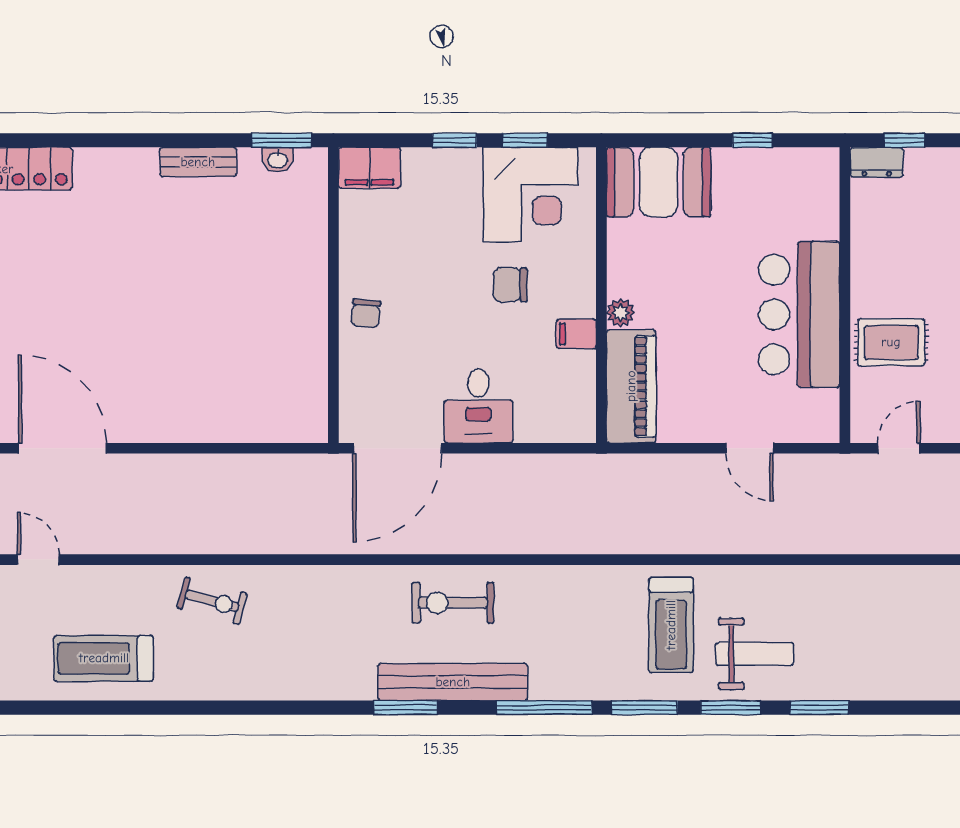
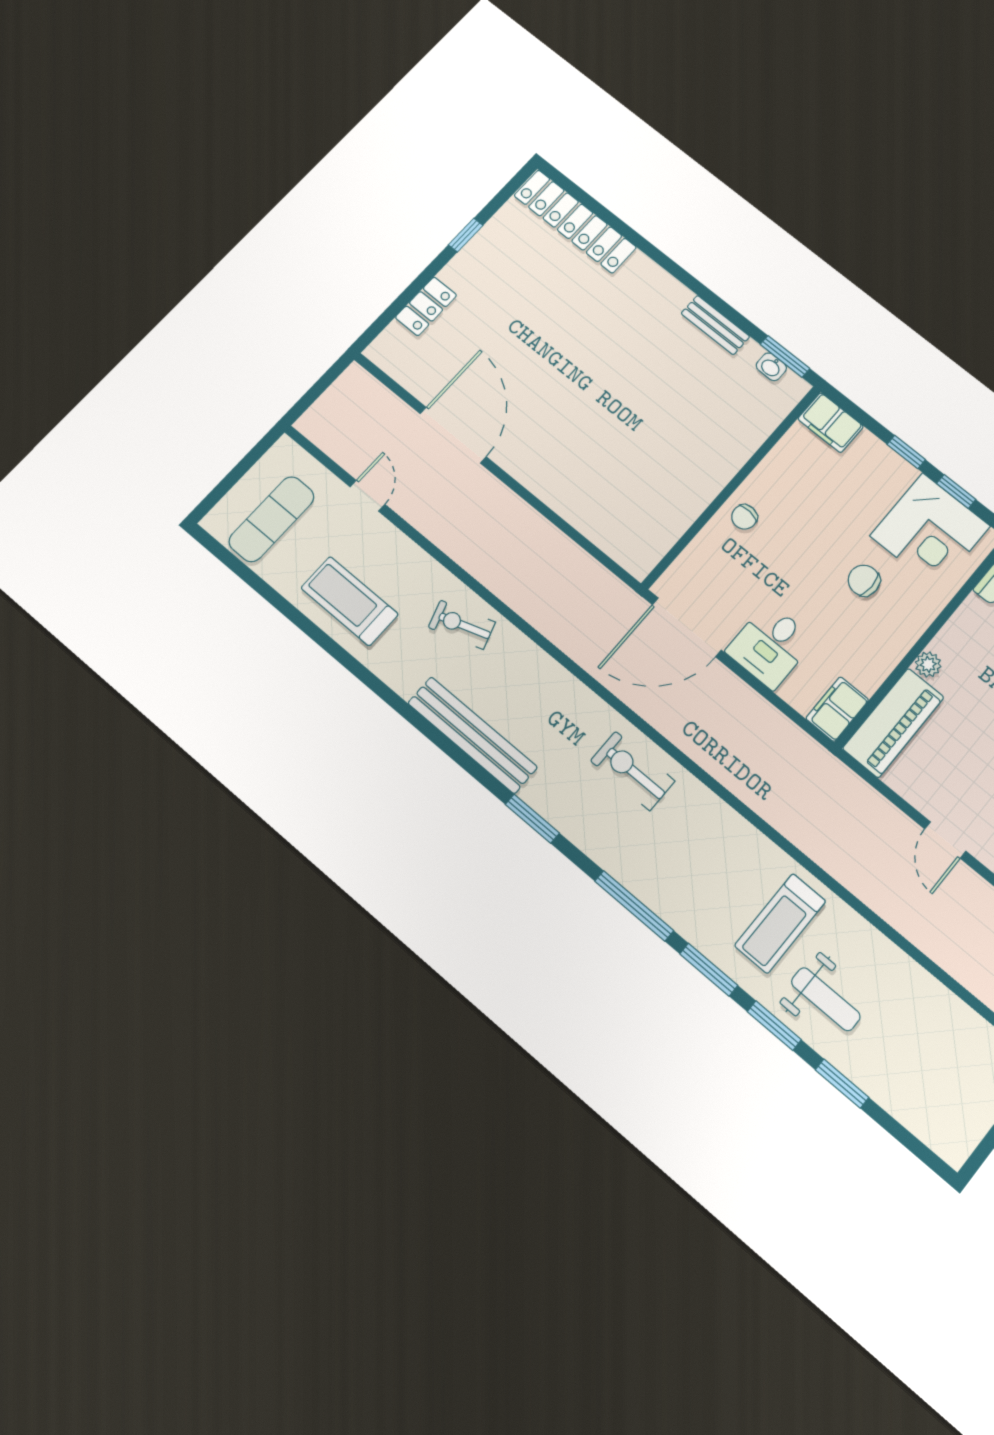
filing cabinet: (576, 334) -> (837, 709), moved, width x2.00
exercise bike: (212, 601) -> (462, 625), turned 147
bench: (453, 682) -> (472, 735), moved

